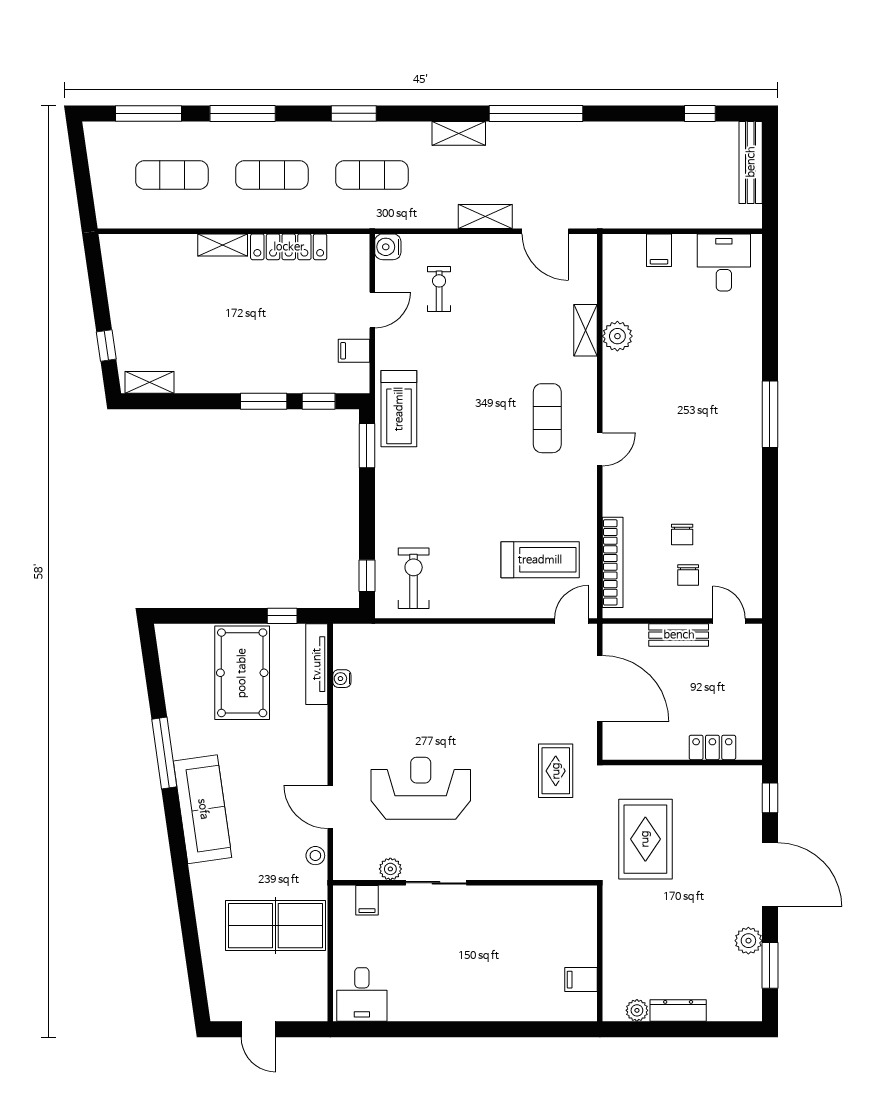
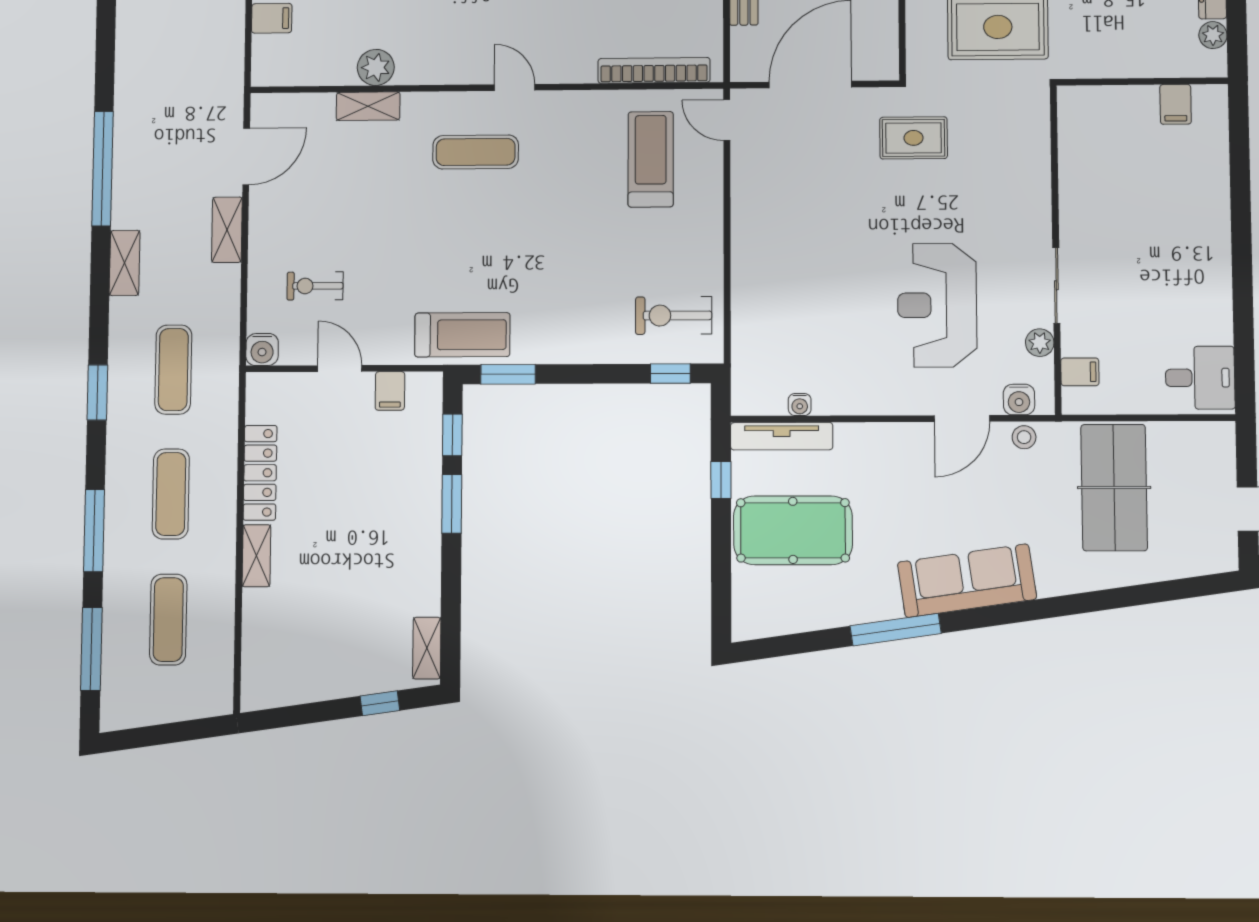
water cooler: (345, 852) -> (1019, 400), added

